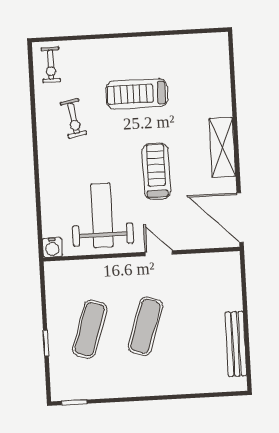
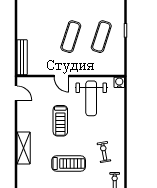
shelving: (222, 147) -> (24, 148), moved
door: (240, 218) -> (16, 93), width x0.53
bench: (236, 344) -> (22, 57), moved

